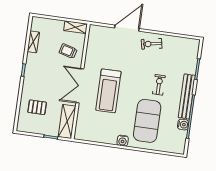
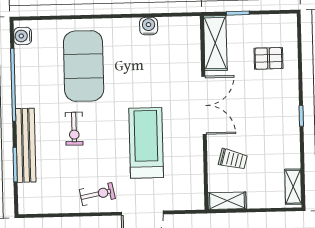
shelving: (33, 42) -> (293, 187), moved
treadmill: (108, 91) -> (146, 143), moved
bench: (187, 96) -> (26, 145), moved
water cooler: (183, 125) -> (23, 36), moved
water cooler: (123, 141) -> (149, 26), moved

